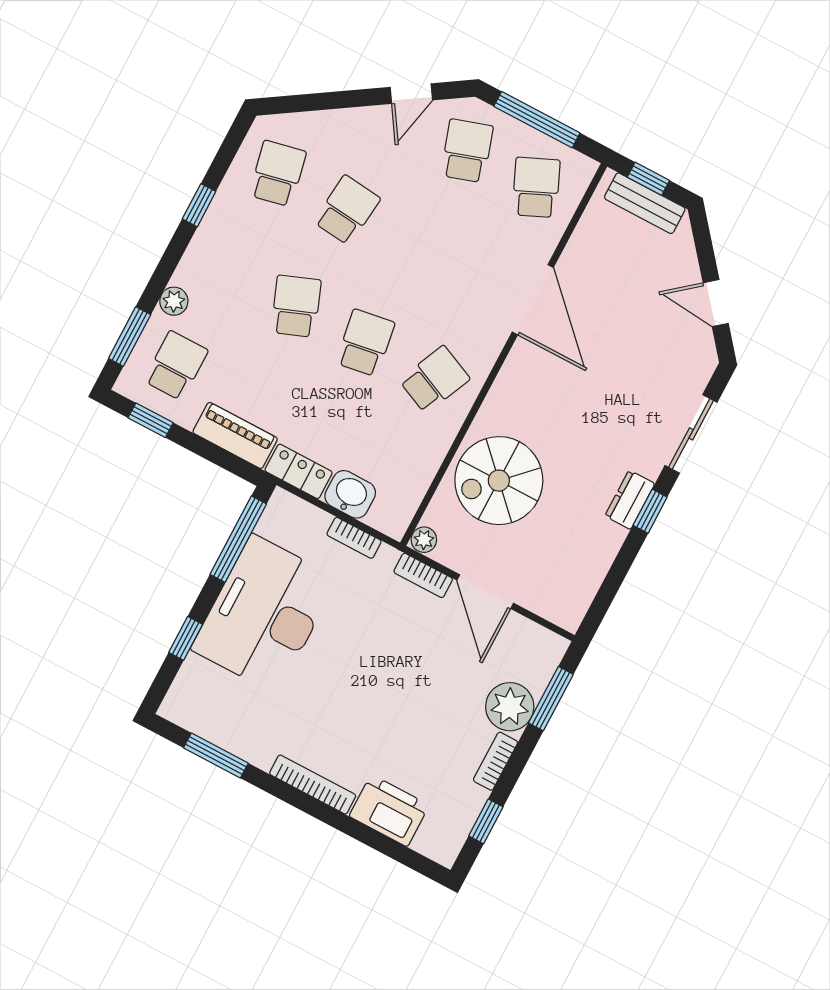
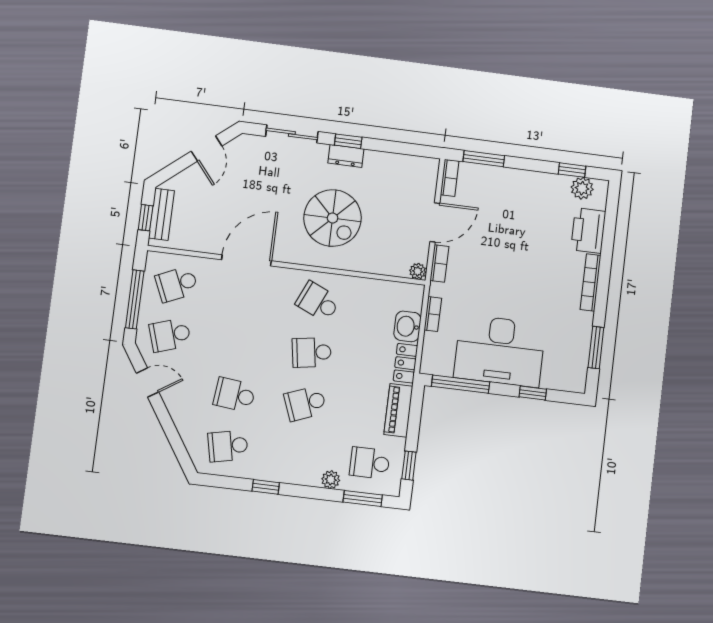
spiral stairs: (499, 481) -> (333, 218), moved
plant: (510, 707) -> (582, 188), moved, width x0.73, depth x0.73
bookcase: (496, 761) -> (450, 178), moved, turned -90

